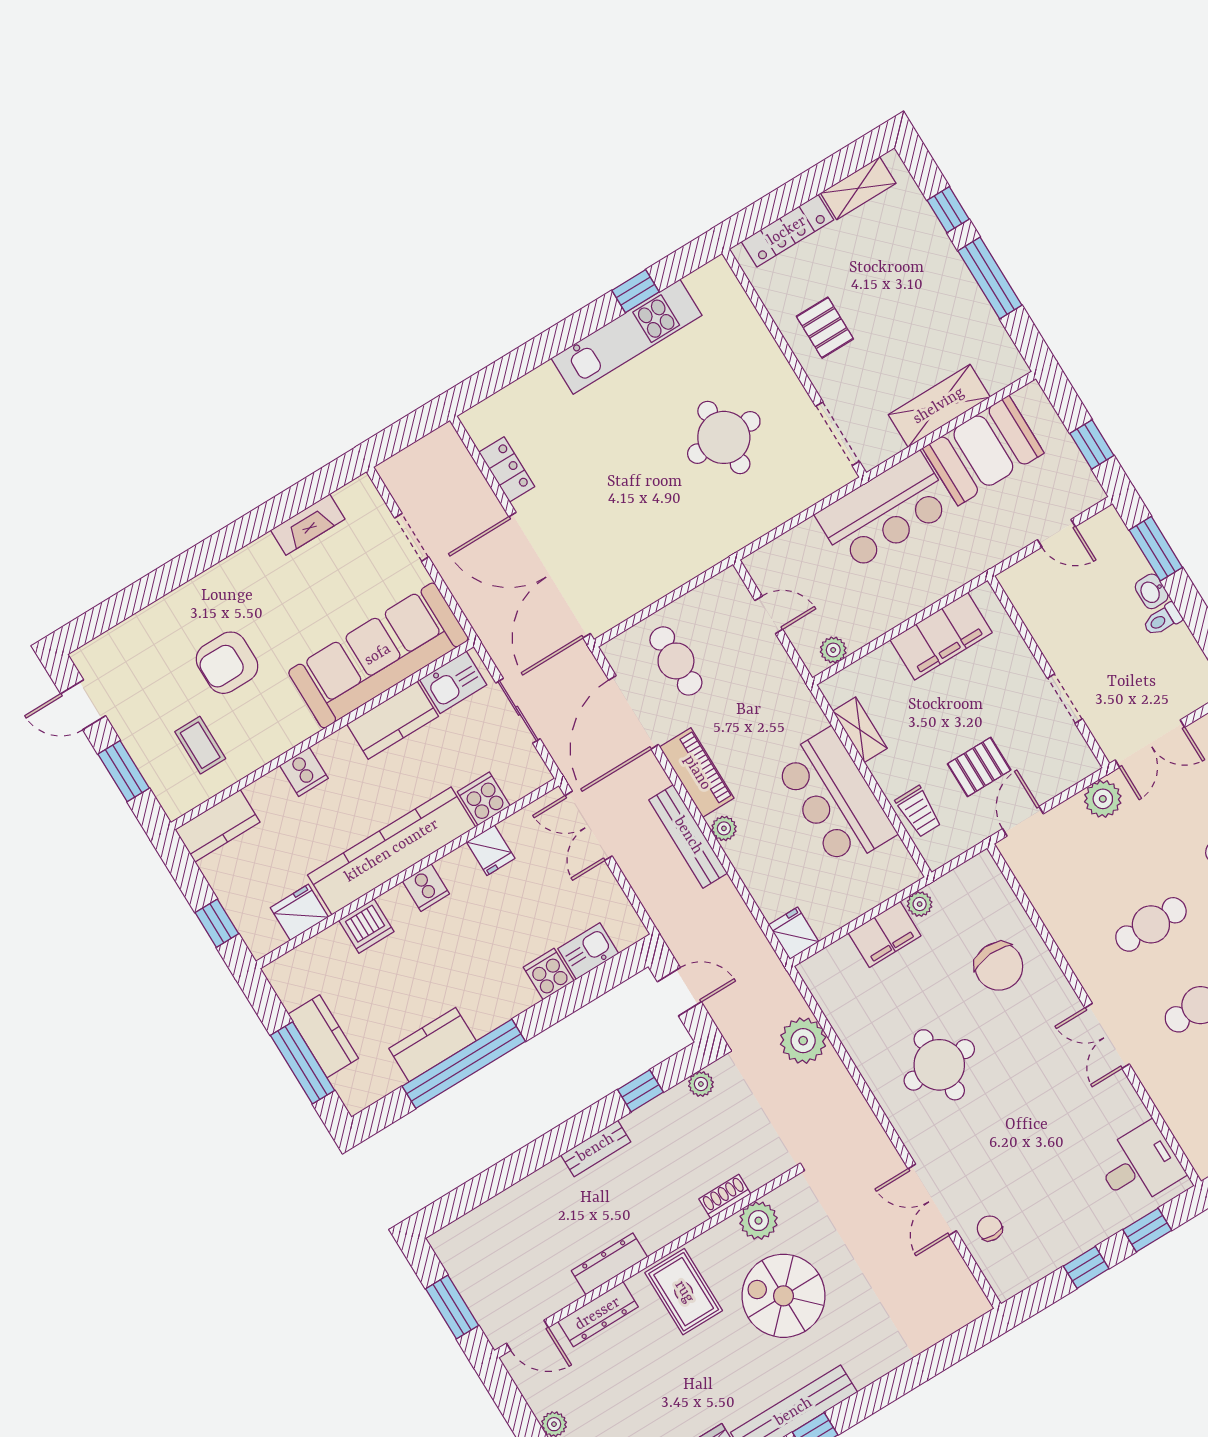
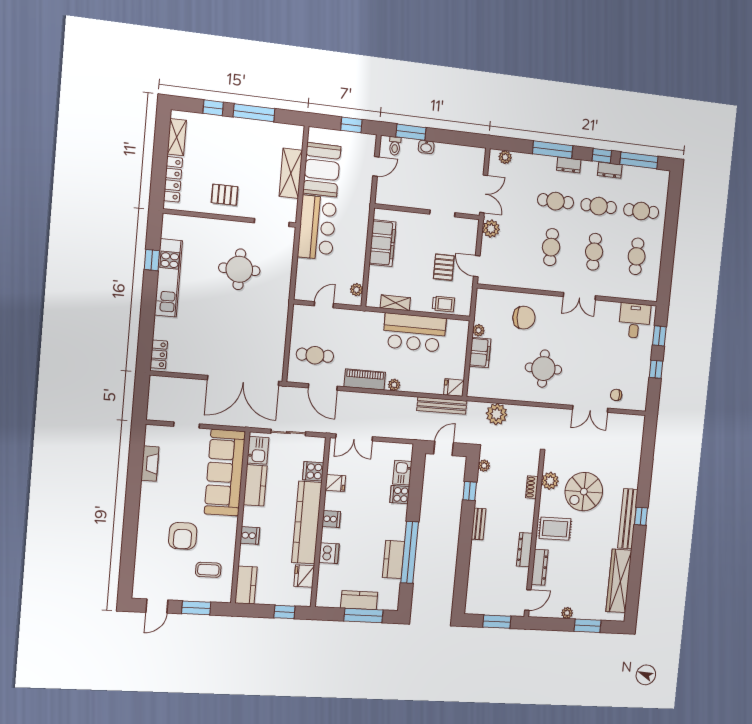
locker: (507, 469) -> (159, 354), moved, turned 90
toilet: (1162, 620) -> (395, 146), moved
door: (634, 712) -> (323, 387), width x0.73
bench: (688, 836) -> (442, 406), moved

